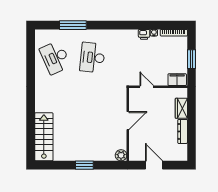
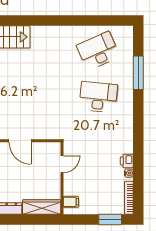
window: (191, 59) -> (110, 220), moved
filing cabinet: (177, 80) -> (71, 202), width x0.50
wardrobe: (181, 108) -> (42, 207), width x1.50

